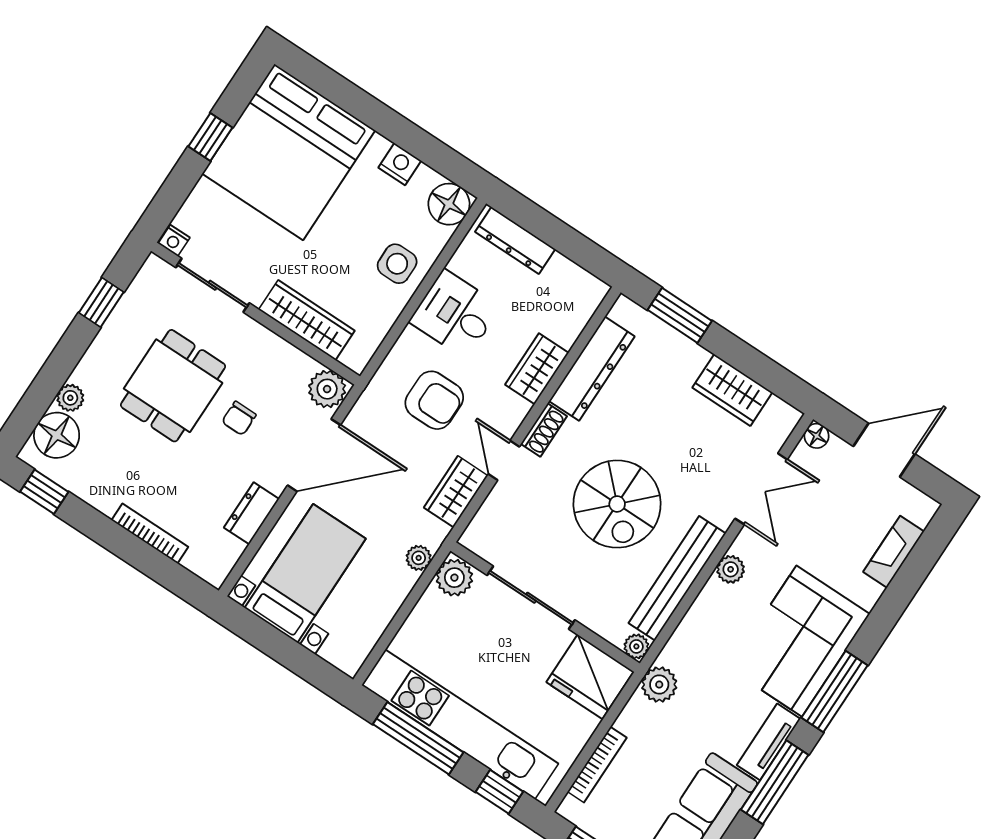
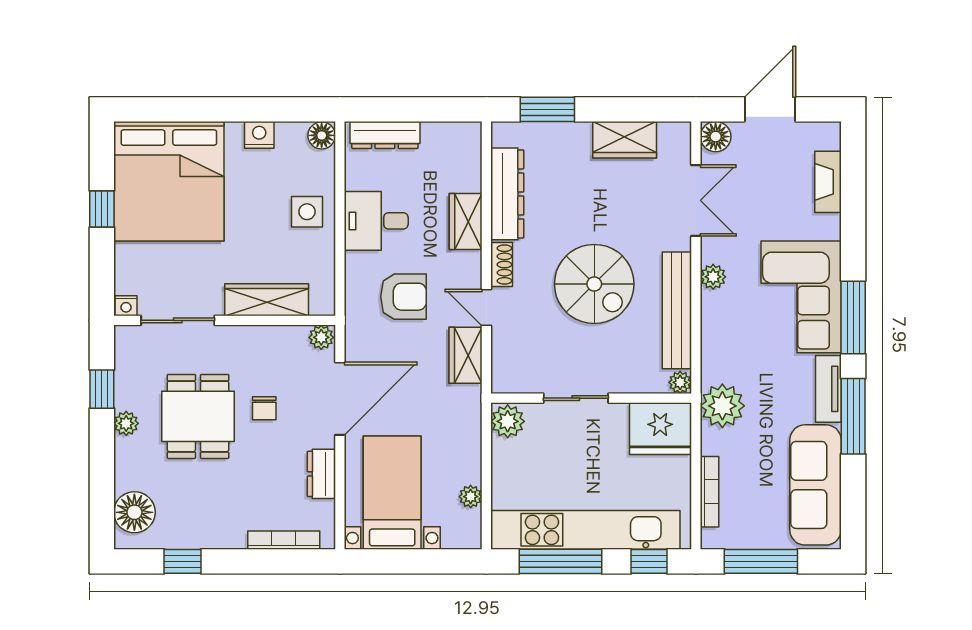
floor lamp: (449, 204) -> (322, 135), width x0.73, depth x0.73
plant: (327, 389) -> (321, 337), width x0.73, depth x0.73
plant: (70, 398) -> (126, 423), moved
floor lamp: (817, 436) -> (716, 137), width x1.37, depth x1.37
window: (44, 492) -> (182, 561), moved
bookcase: (150, 533) -> (284, 540), moved
plant: (419, 558) -> (471, 497), moved
sliding door: (531, 598) -> (576, 398), width x0.73
plant: (659, 685) -> (722, 406), width x1.36, depth x1.36

